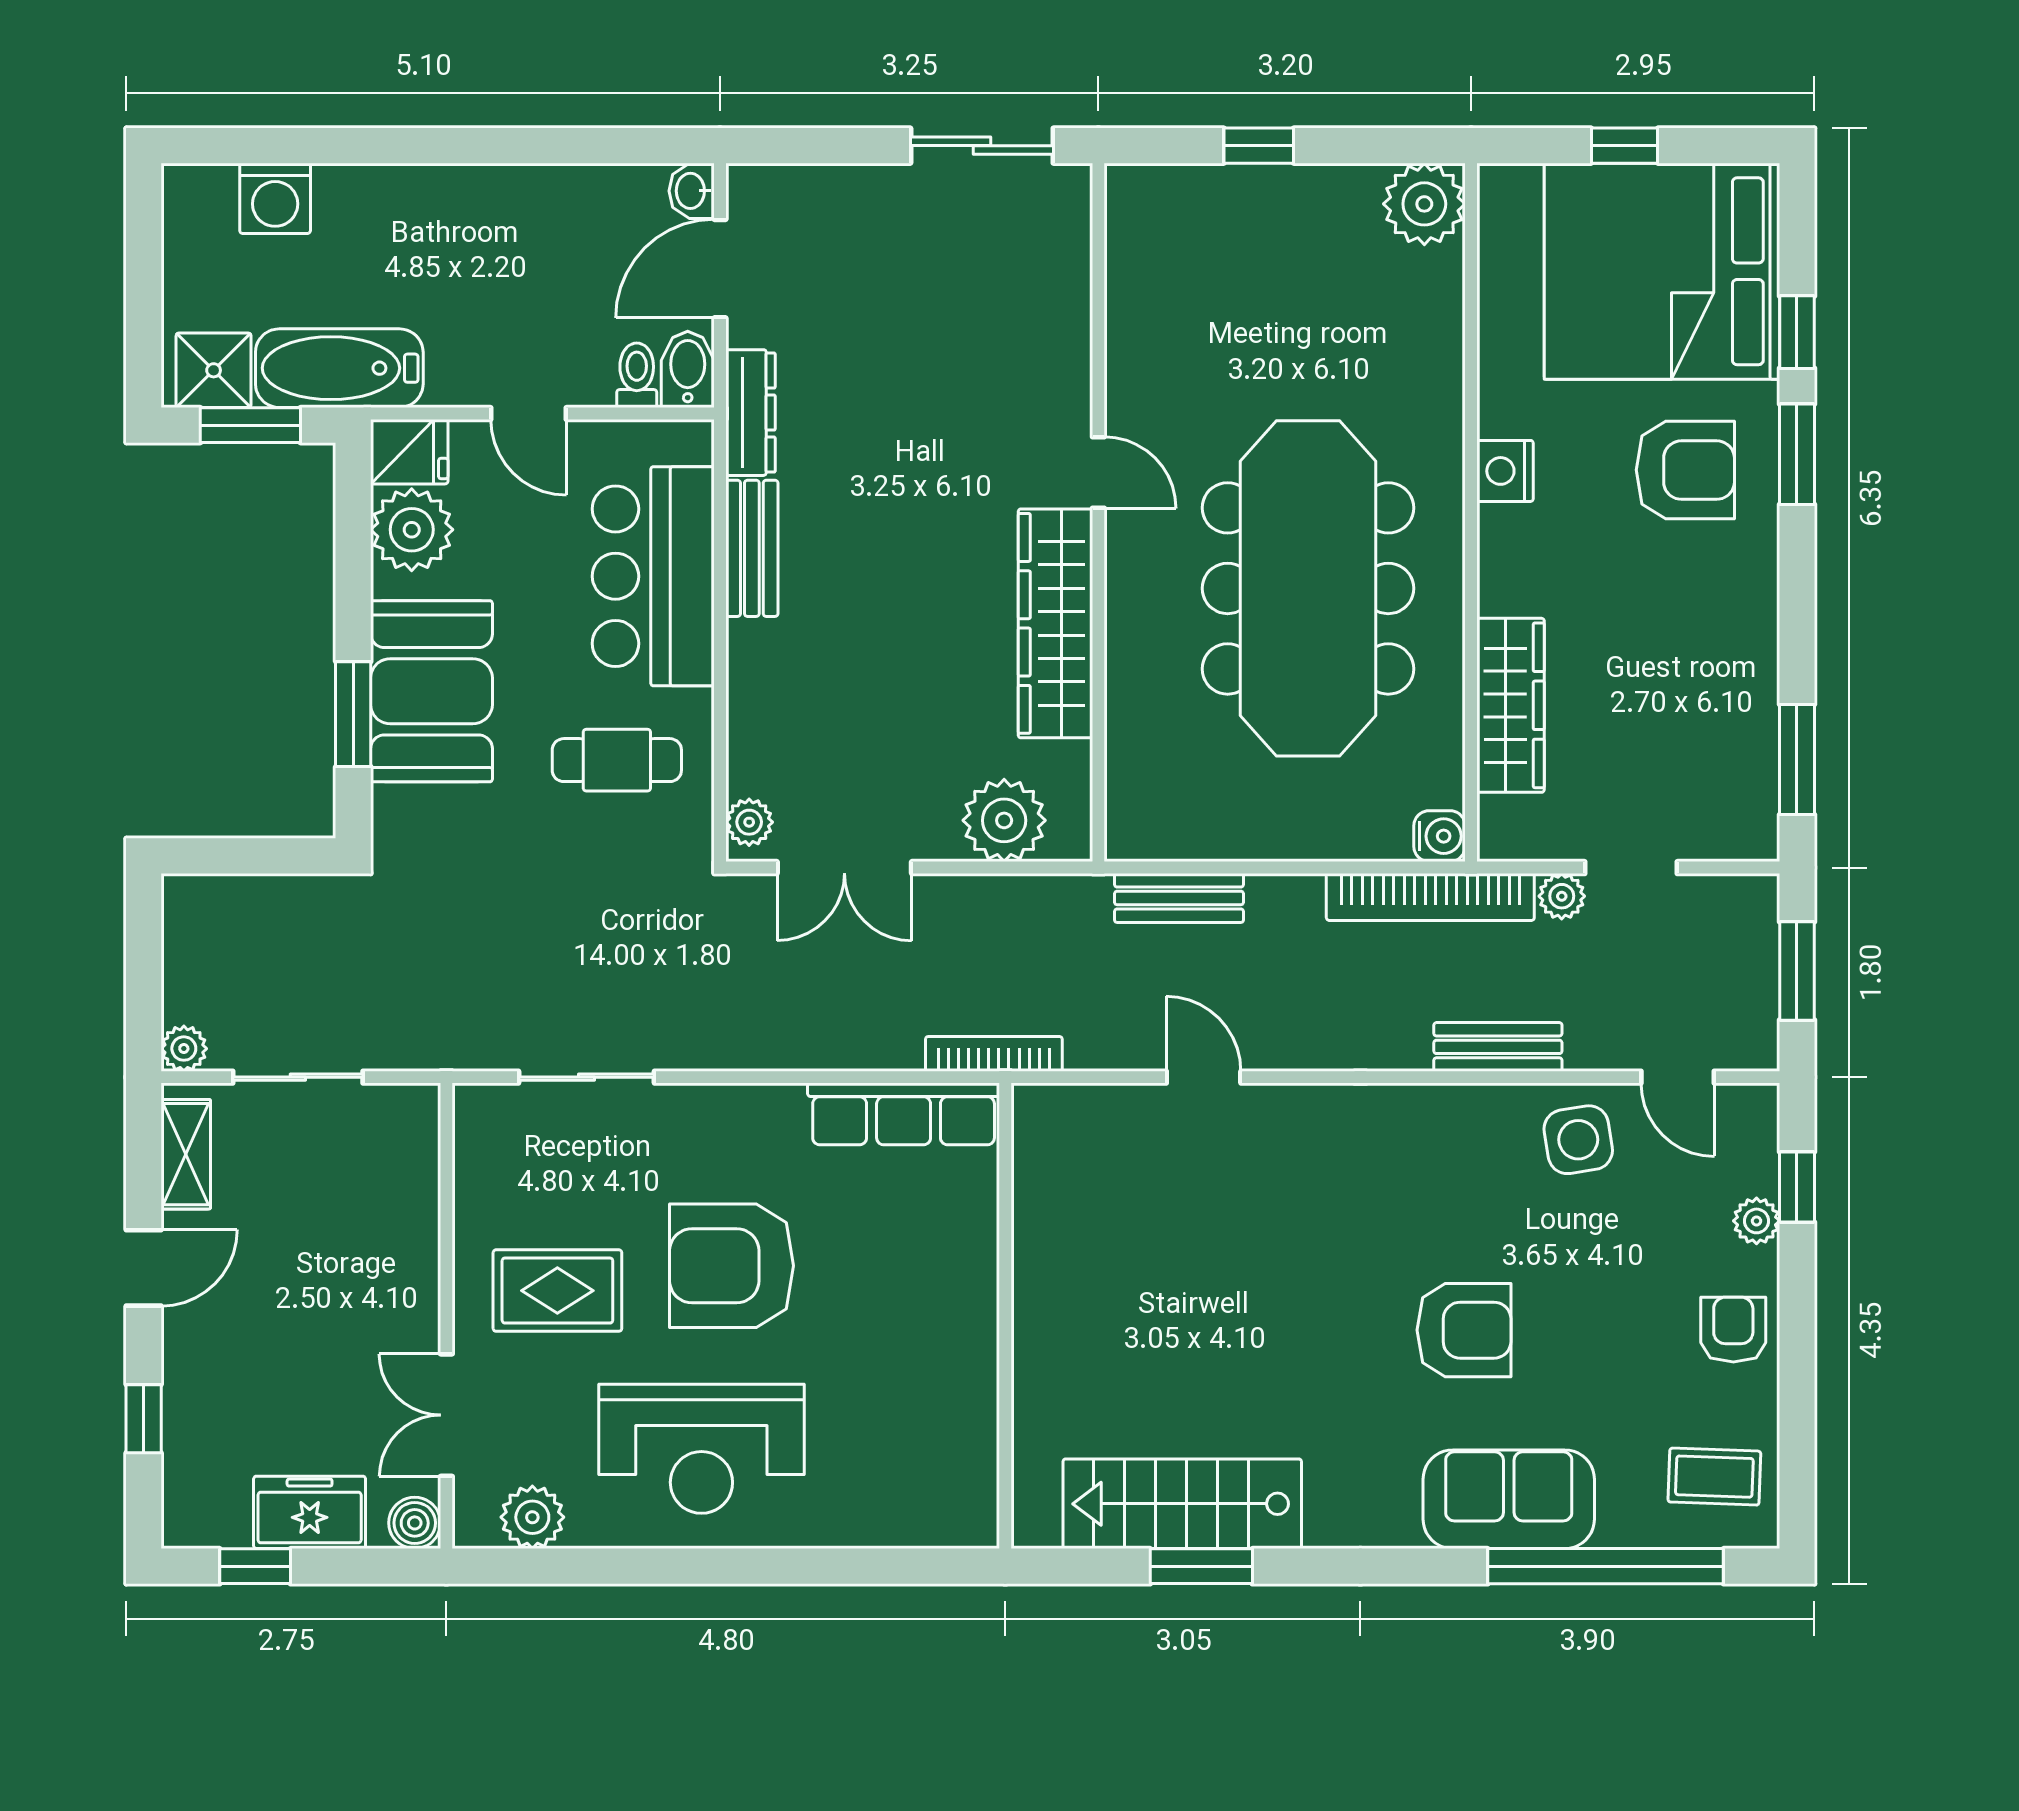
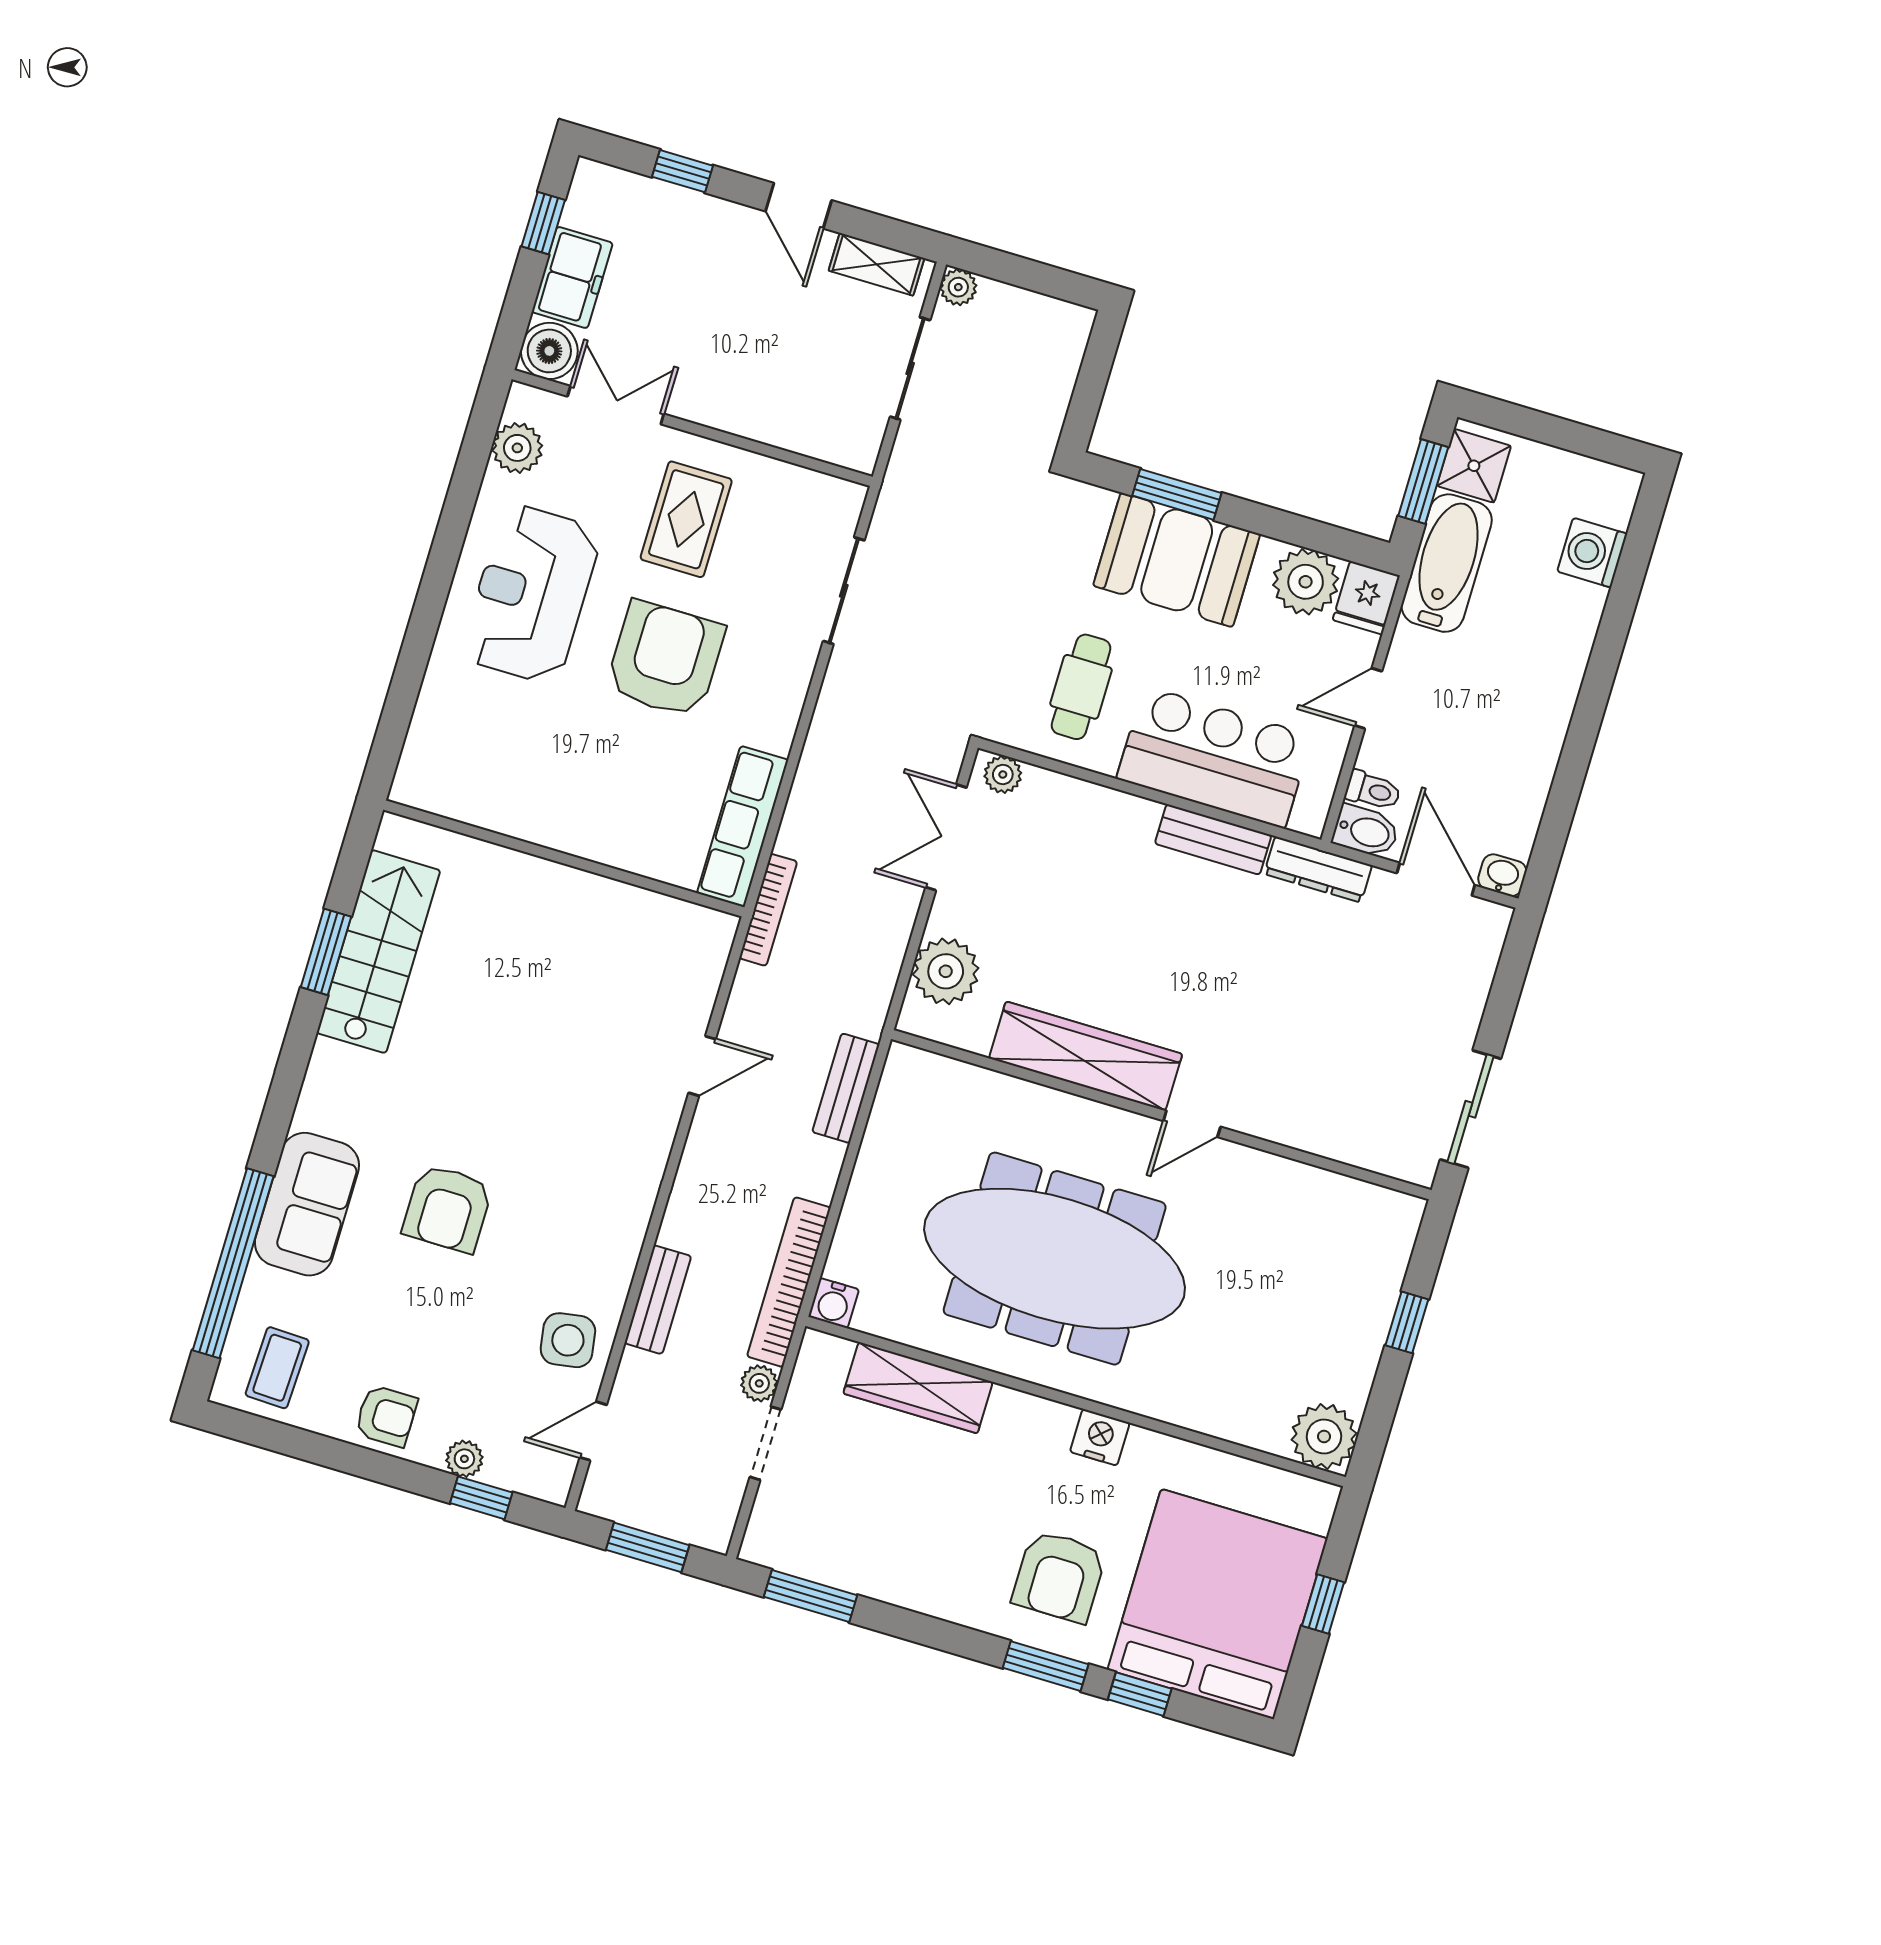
boiler: (415, 1523) -> (549, 351), width x1.36, depth x1.36

